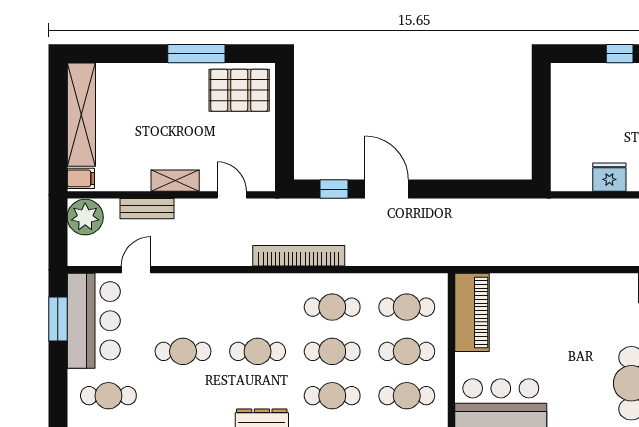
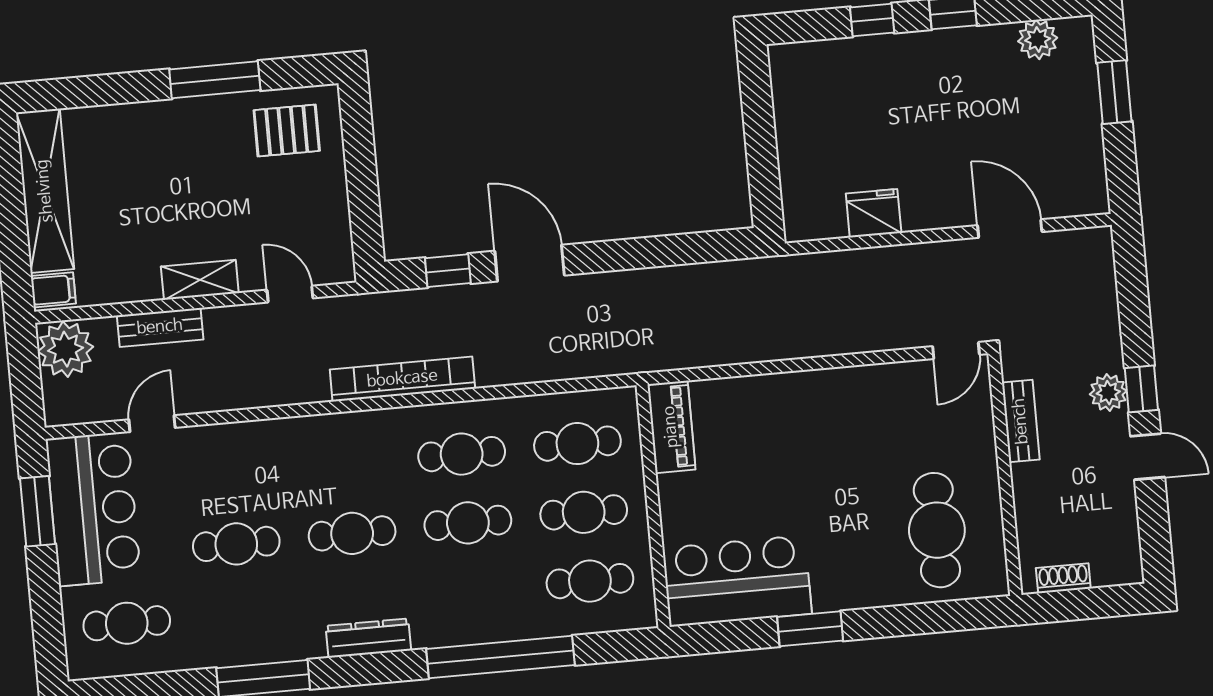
pallet: (239, 90) -> (287, 131), width x0.67, depth x0.71
piano: (472, 312) -> (671, 427), width x0.73, depth x0.75
cafe table: (332, 396) -> (474, 592), removed

